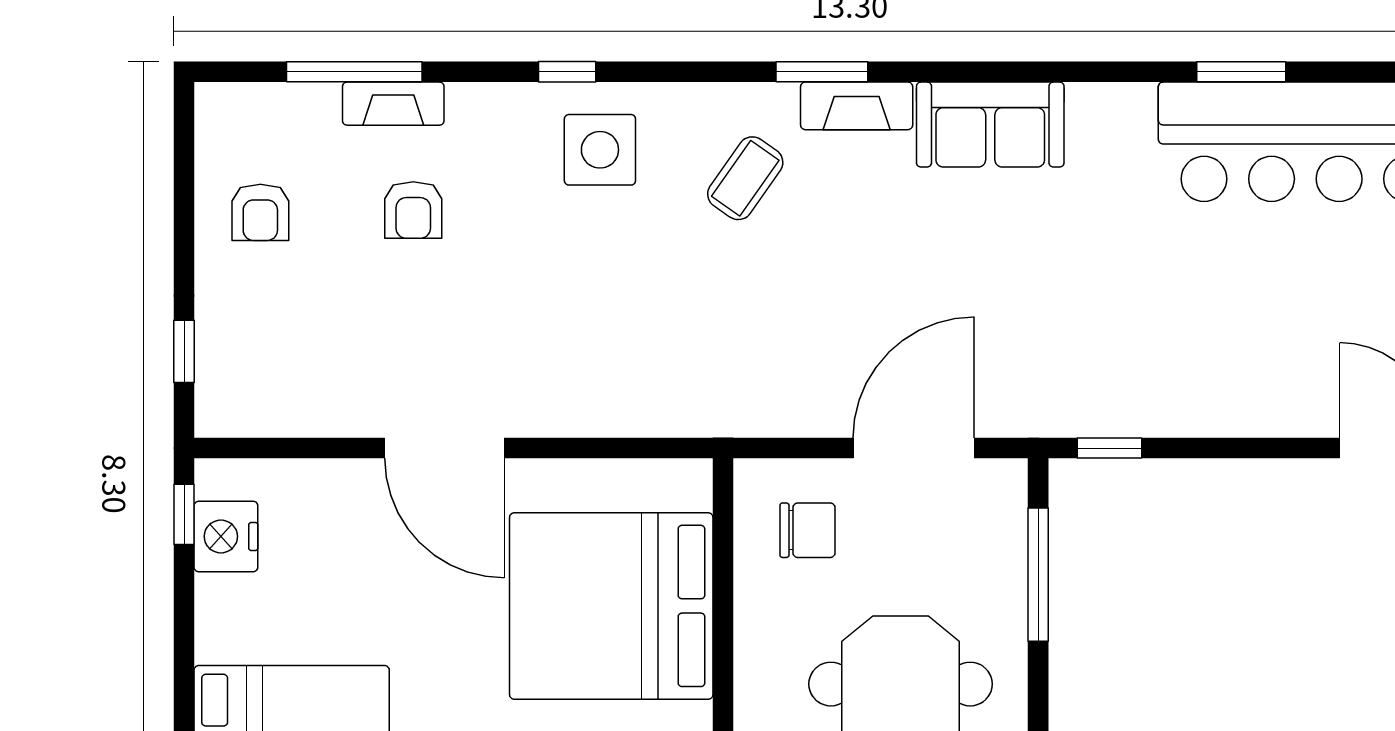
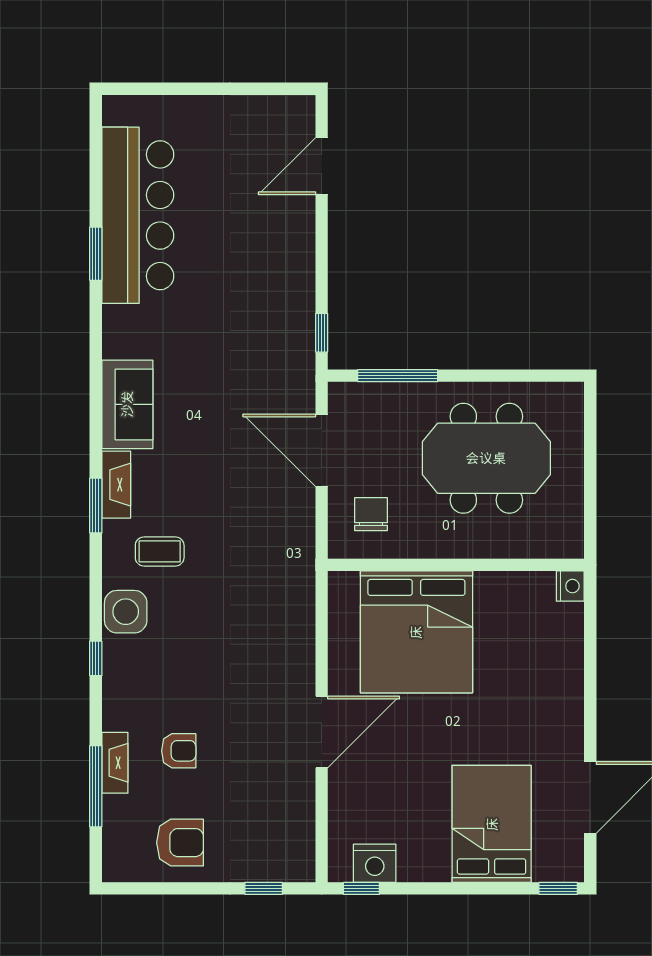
side table: (600, 150) -> (126, 612), moved
coffee table: (745, 178) -> (160, 551), turned -35
armchair: (260, 212) -> (180, 843), width x1.38, depth x1.38

